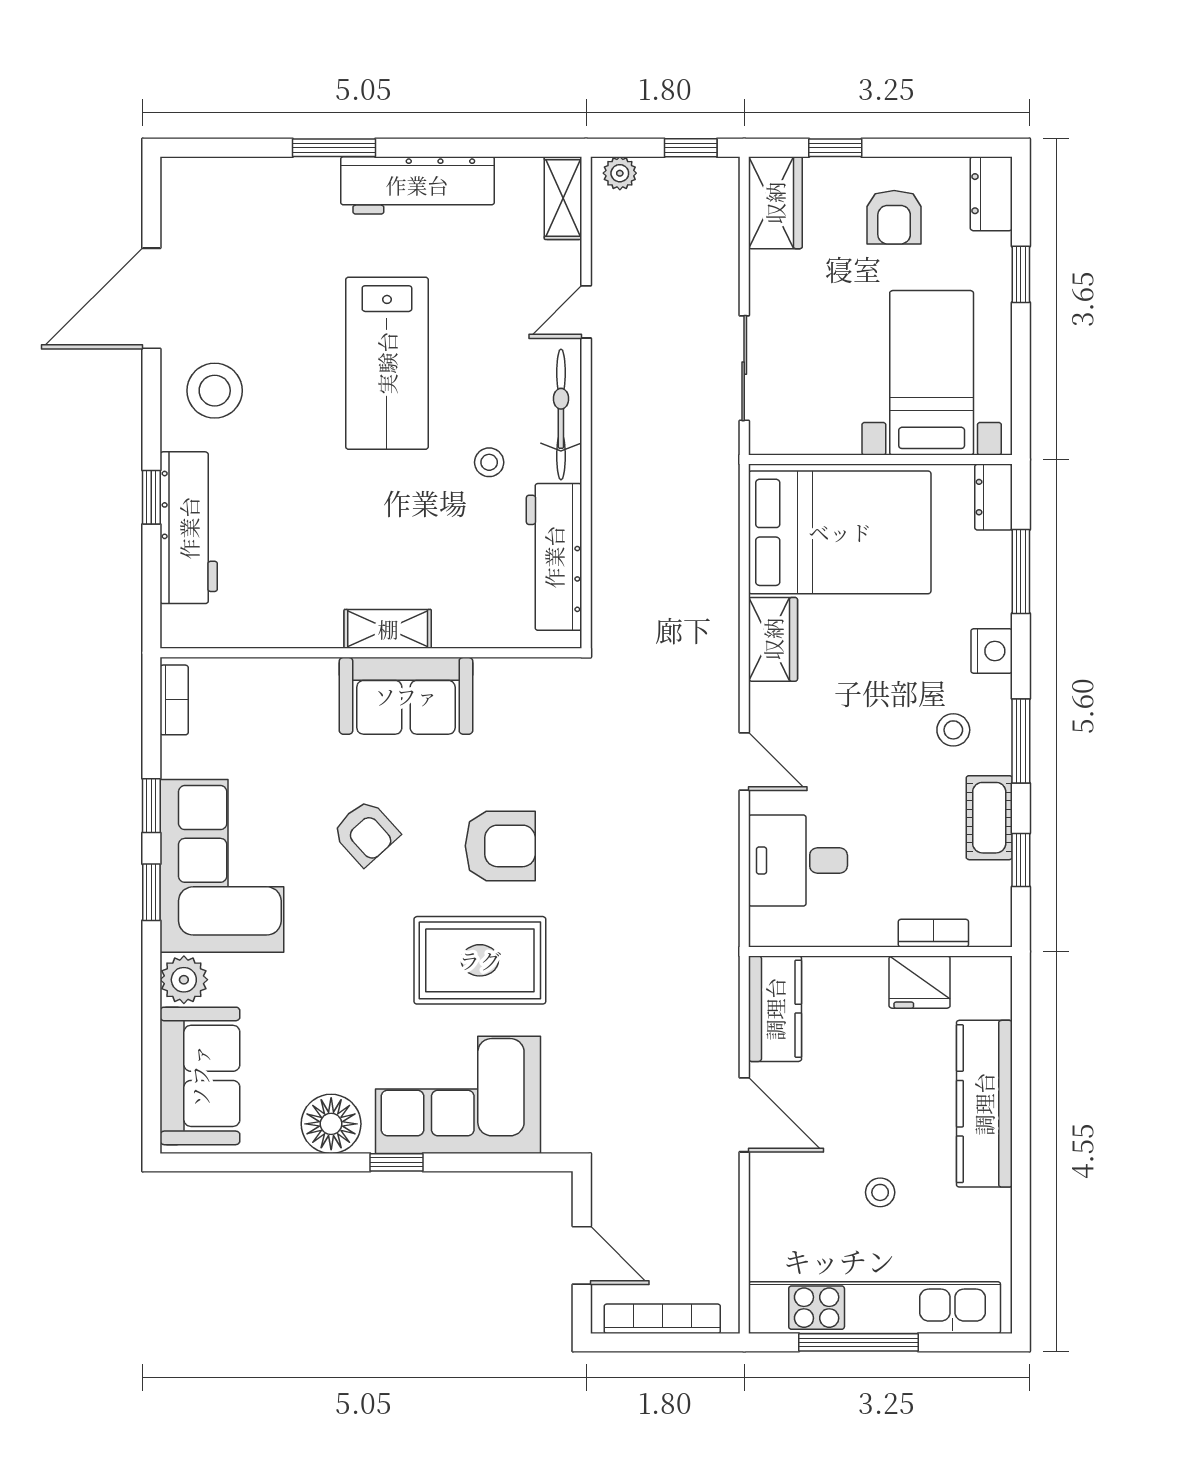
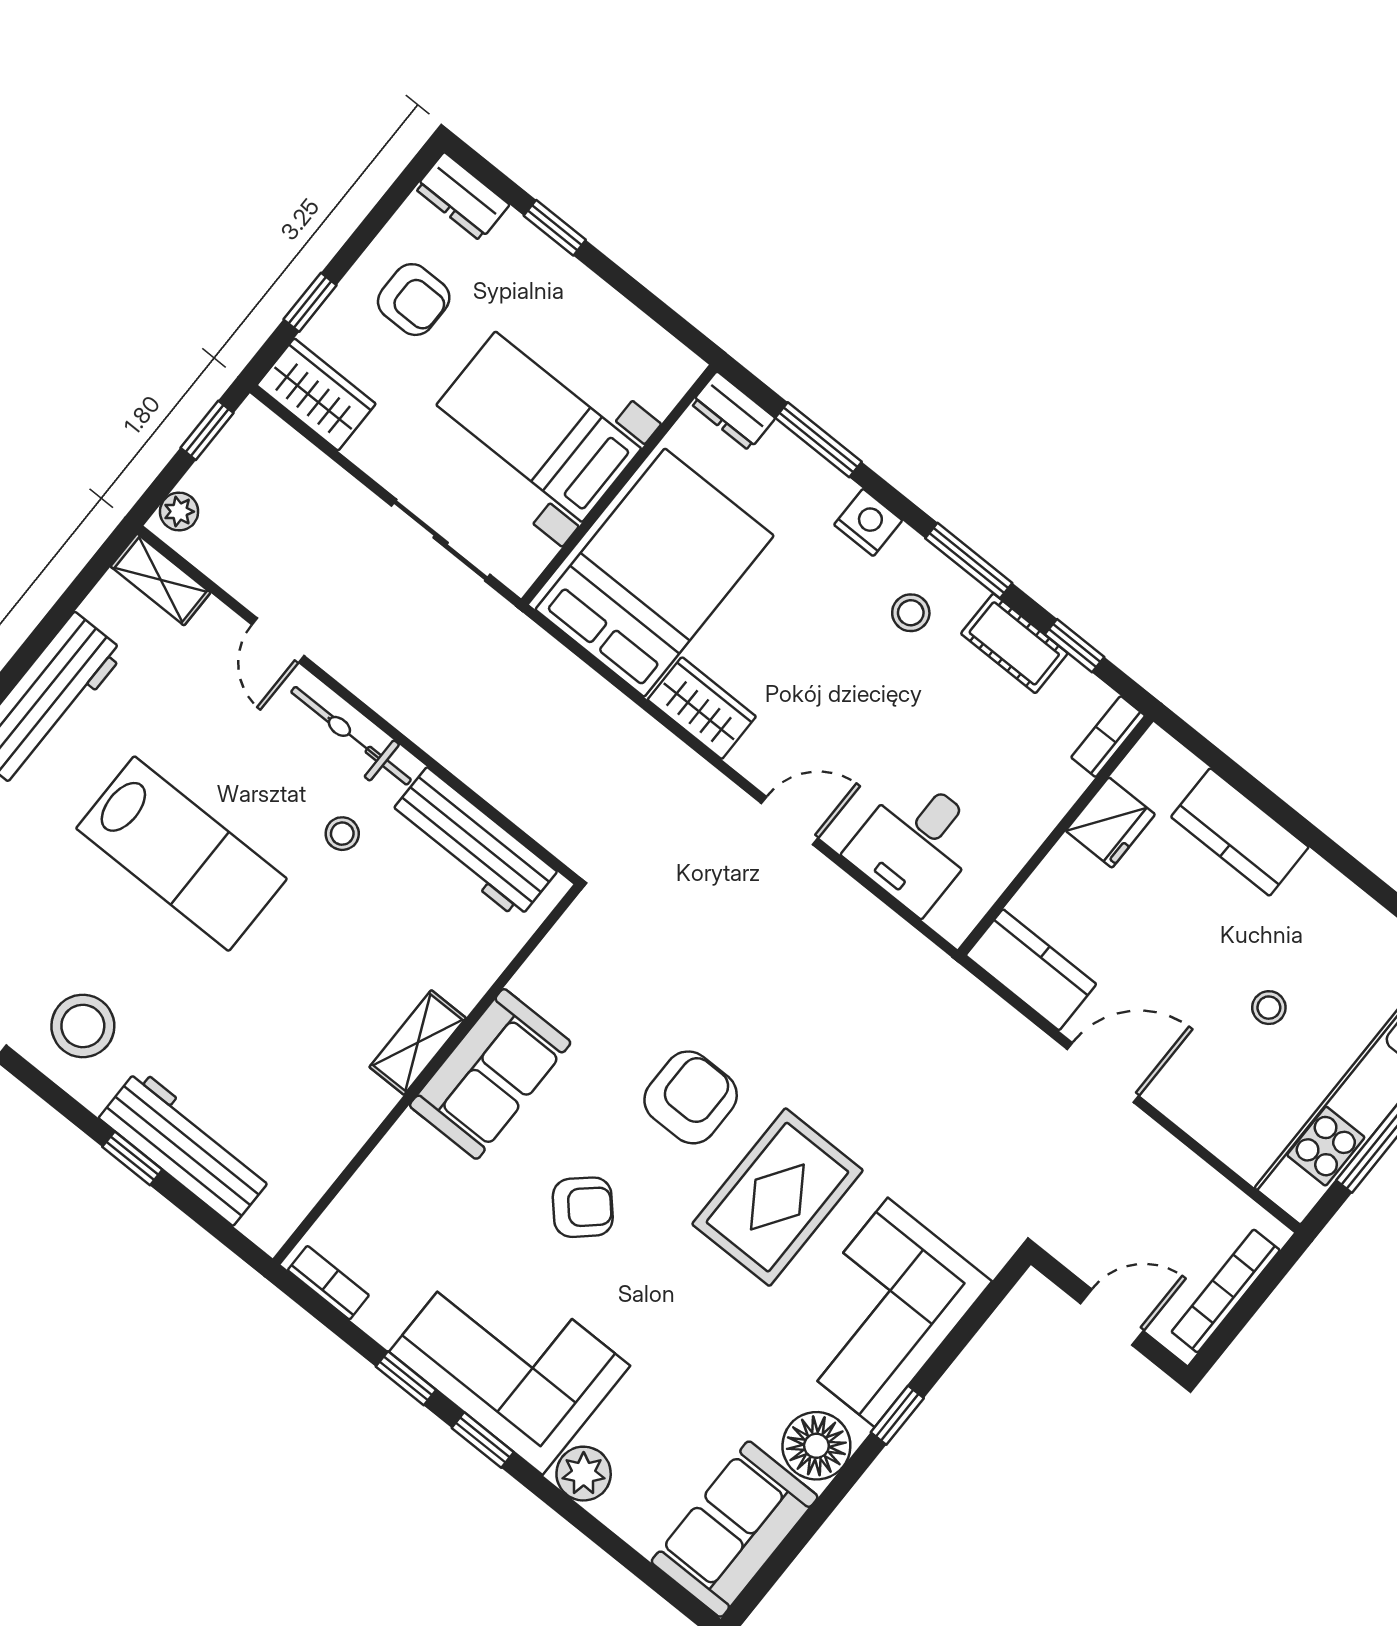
bed with nightstands: (932, 373) -> (539, 427), moved
bookcase: (933, 933) -> (1108, 737), moved
sofa: (200, 1076) -> (735, 1529), moved, turned -90
kitchen counter: (984, 1104) -> (1240, 832), width x0.67

